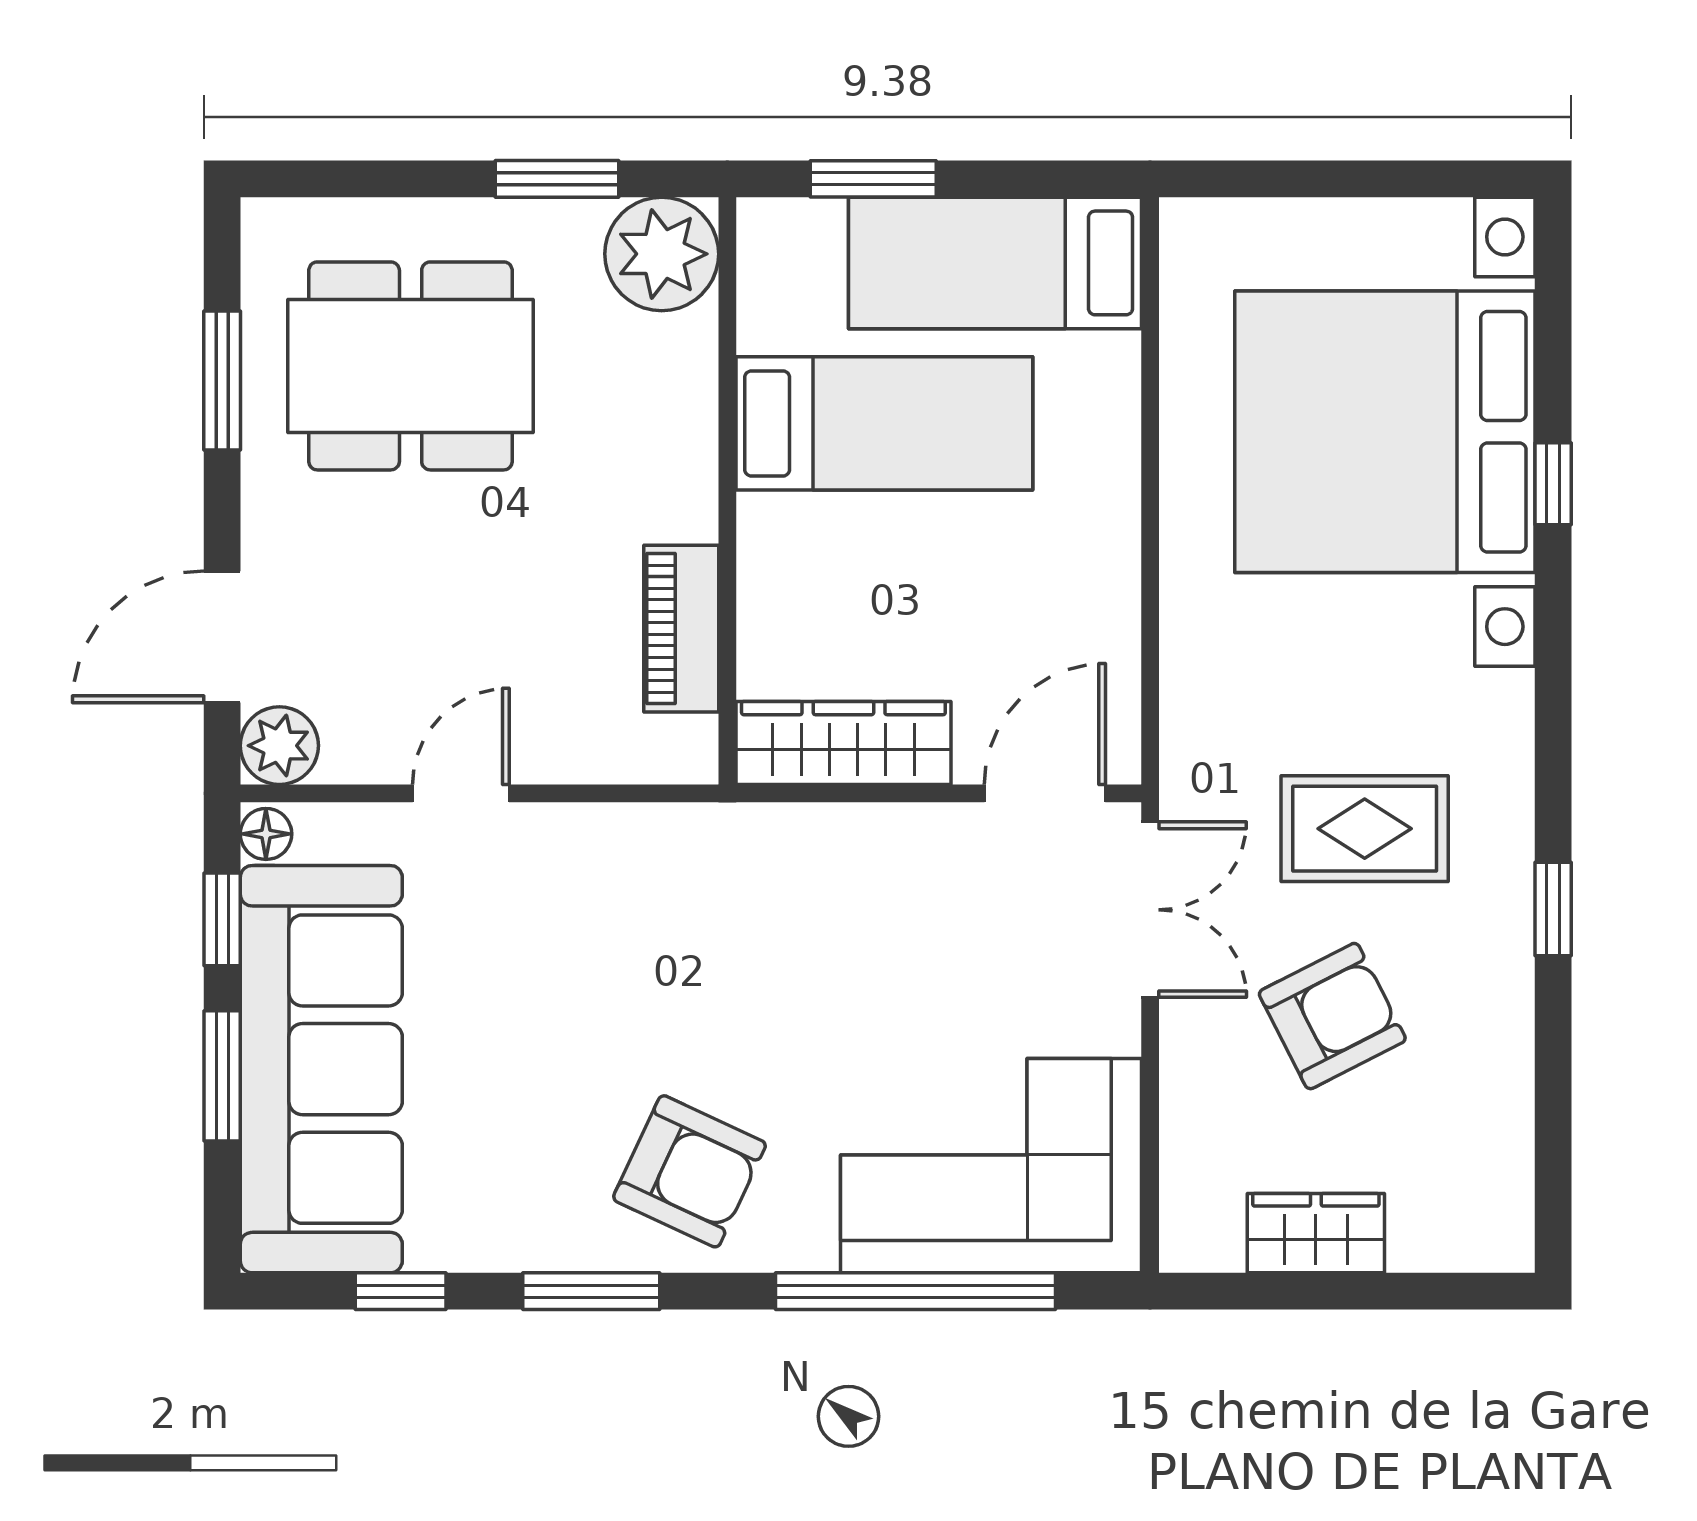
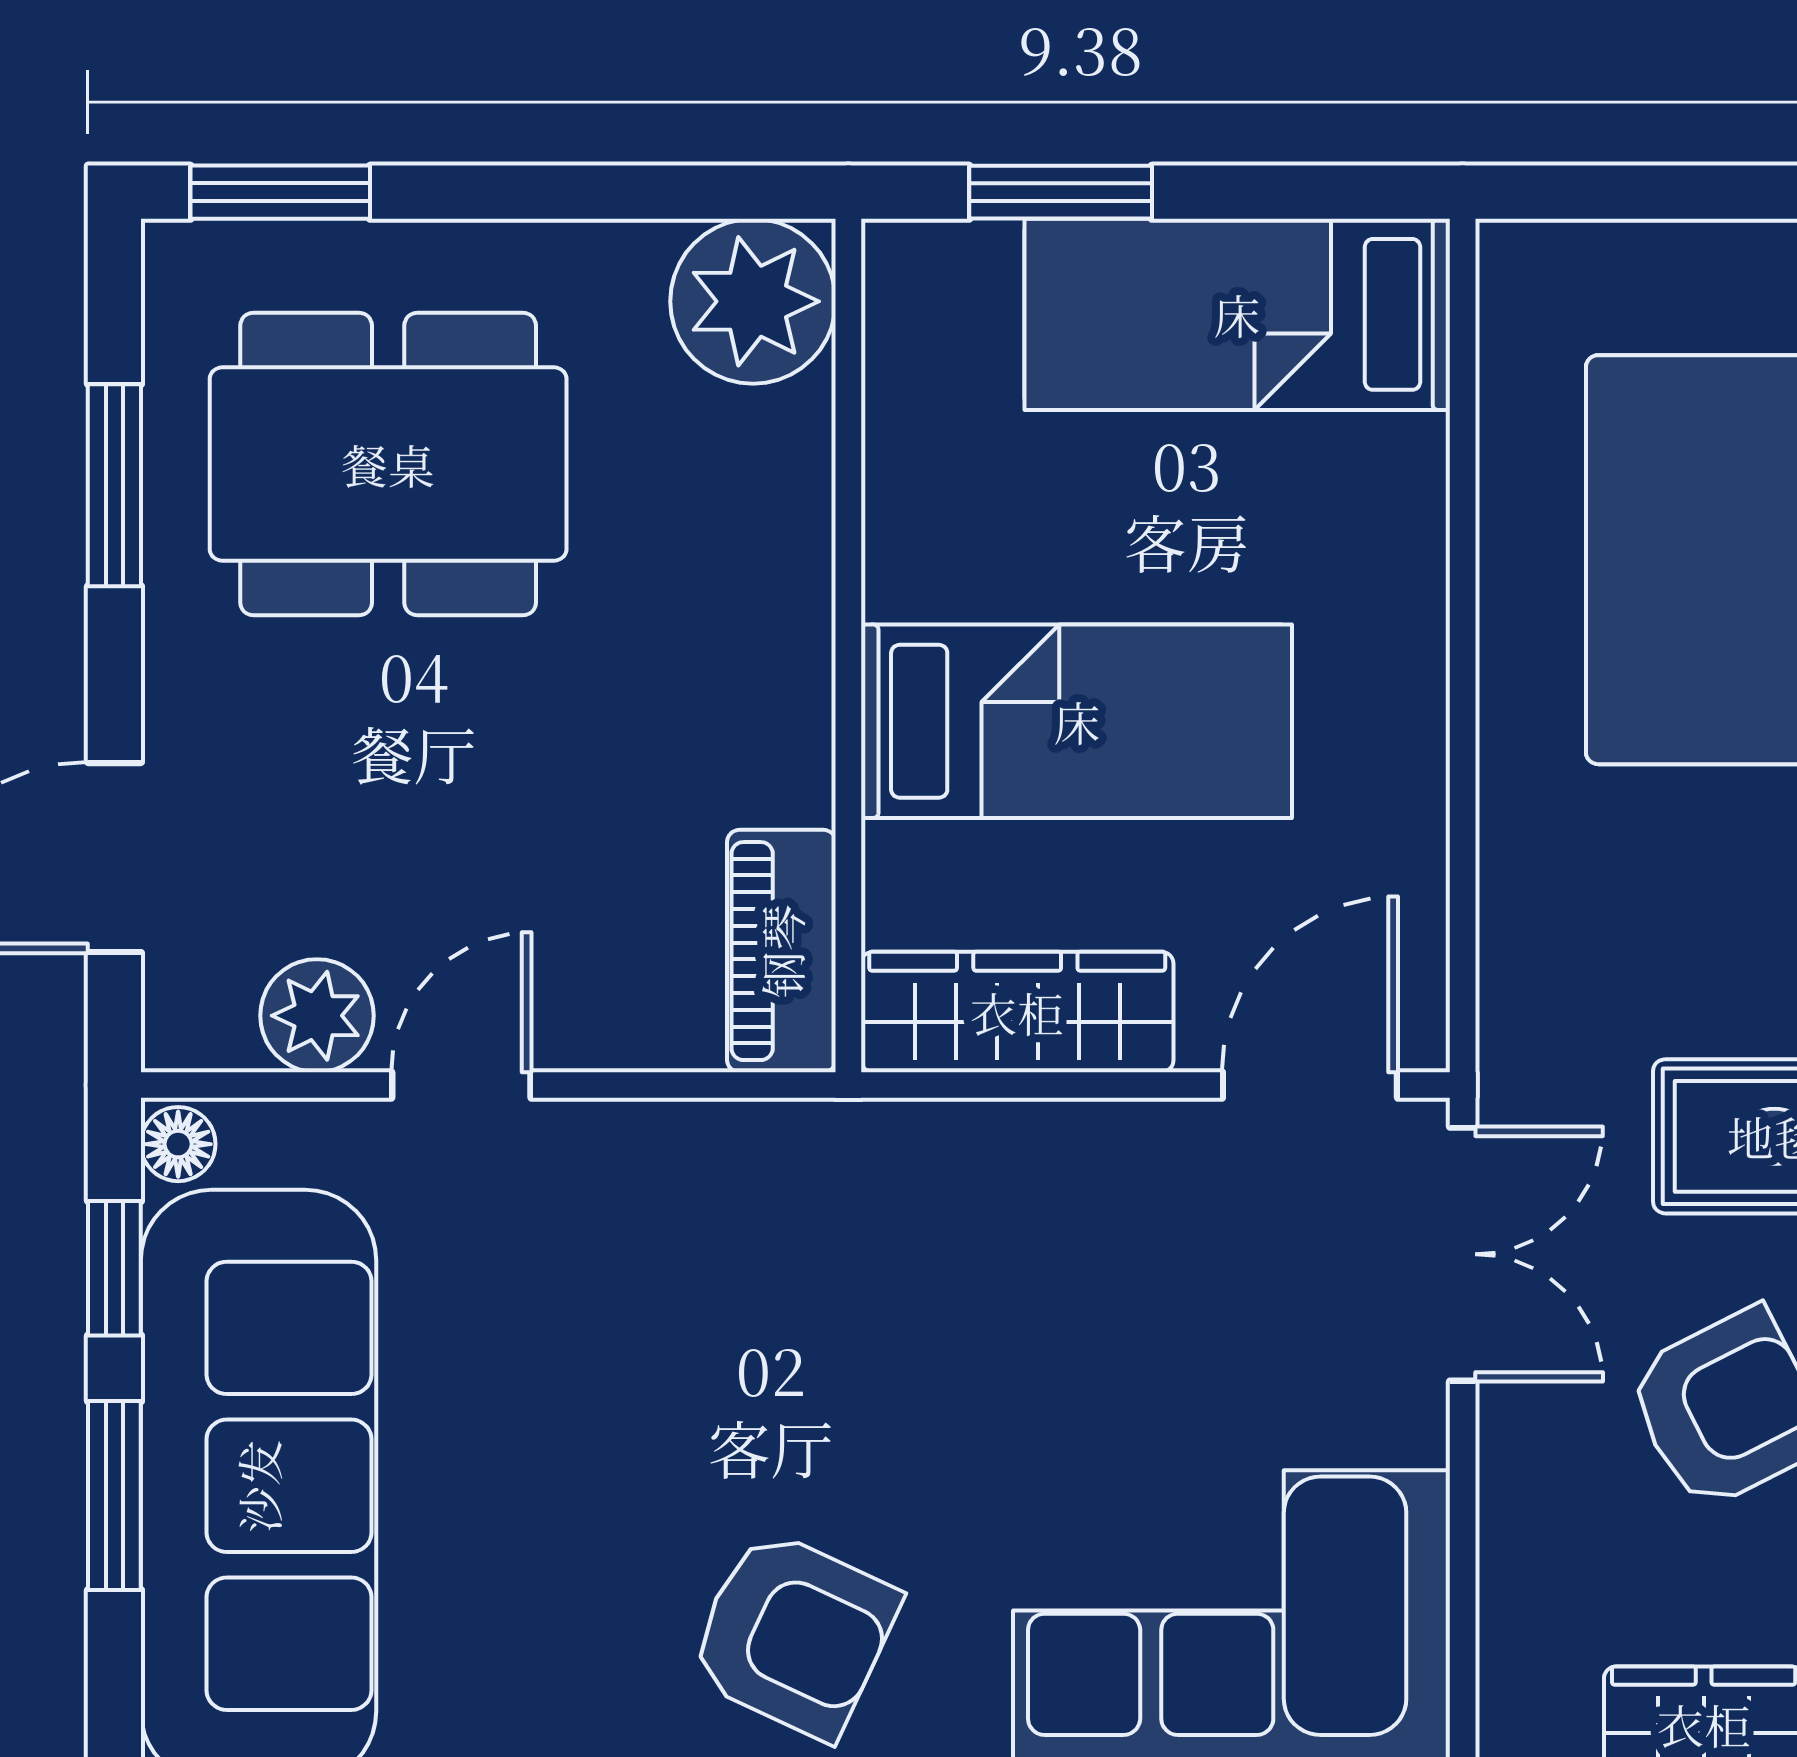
window: (557, 179) -> (280, 192), moved
bed: (884, 423) -> (1077, 721), moved
piano: (681, 629) -> (781, 951), moved
plant: (279, 746) -> (317, 1016), moved

